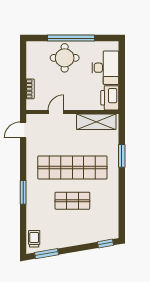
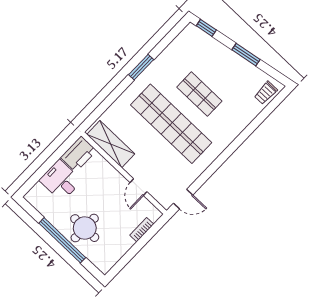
desk: (105, 68) -> (61, 180), width x0.73
door: (56, 112) -> (138, 187), hinge flipped
window: (122, 156) -> (141, 67), moved
window: (23, 192) -> (236, 144), removed
window: (46, 254) -> (246, 55), moved

